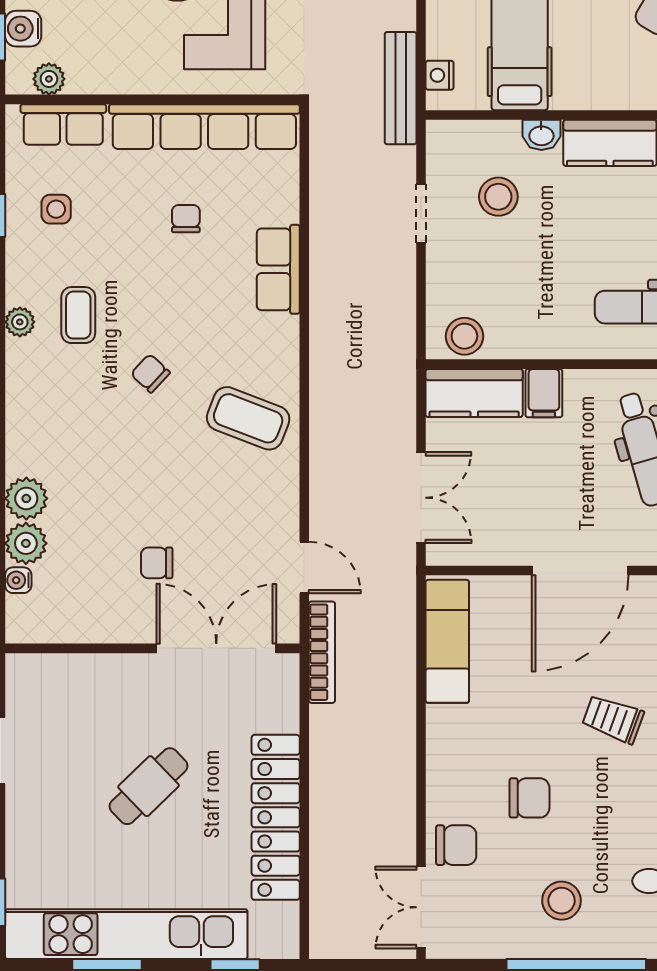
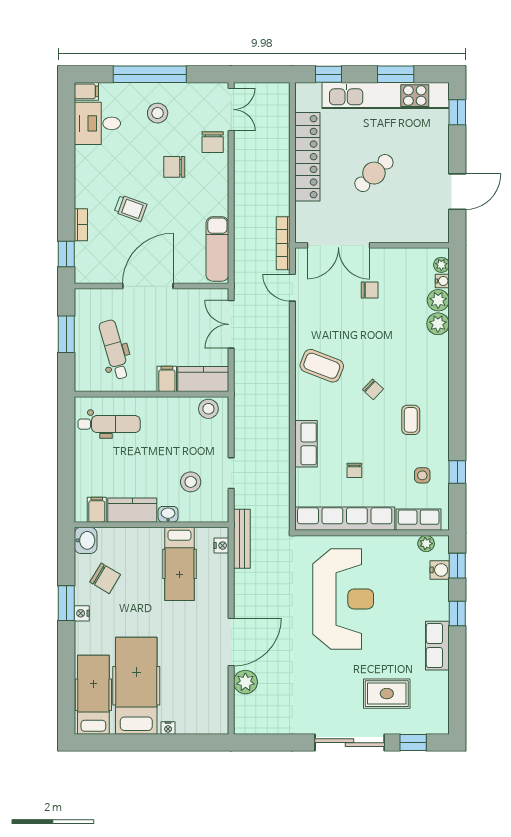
plant: (20, 322) -> (441, 265), moved
chair: (456, 845) -> (213, 142), turned -90

